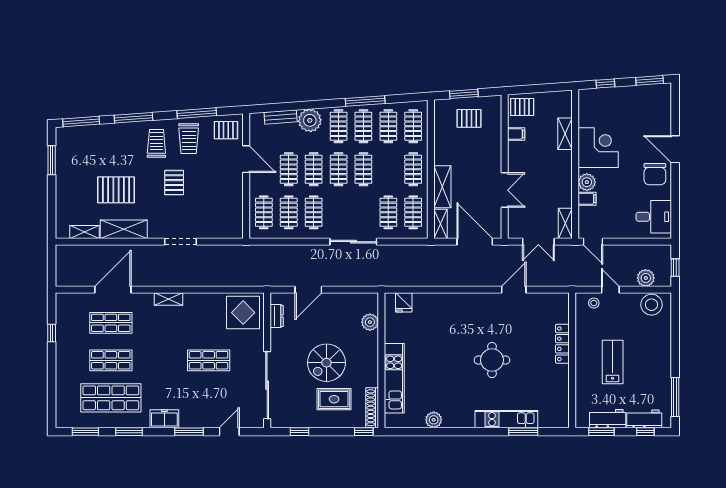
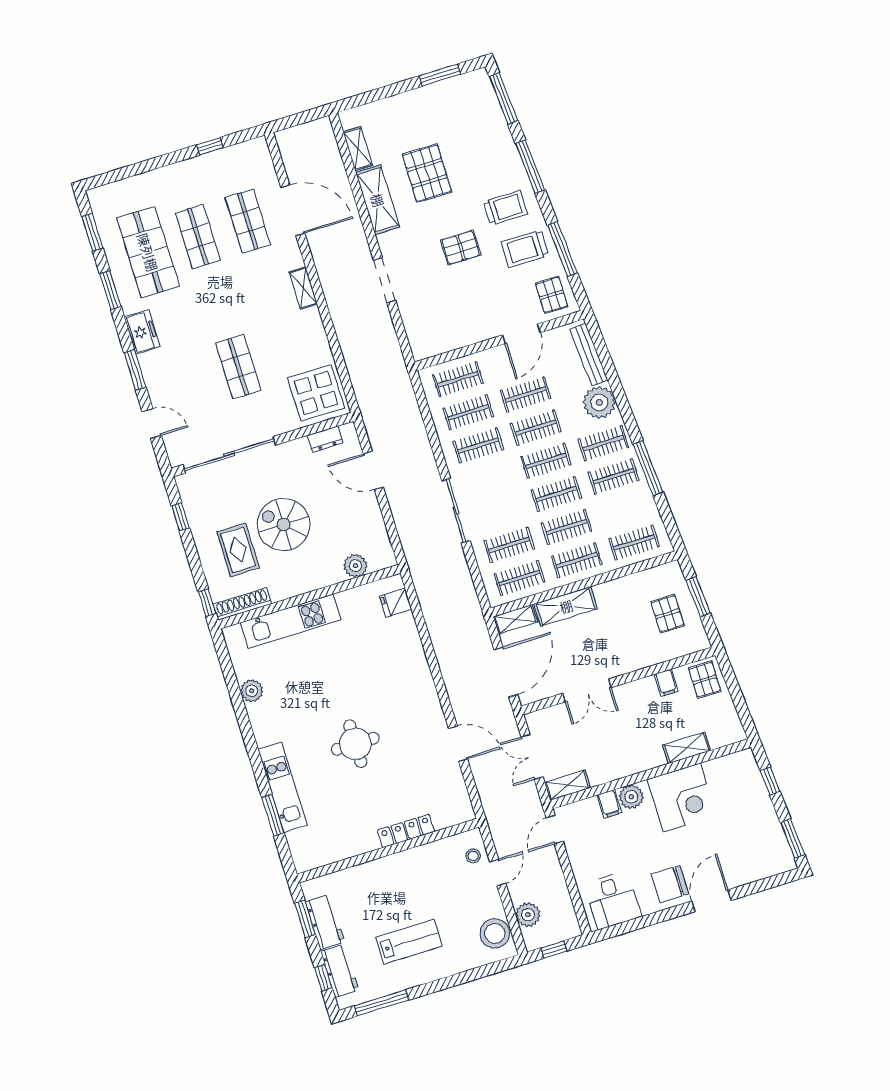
bench: (281, 117) -> (589, 355), width x1.36
clothes rail: (388, 126) -> (567, 527), moved
lab bench: (613, 362) -> (409, 942), moved

